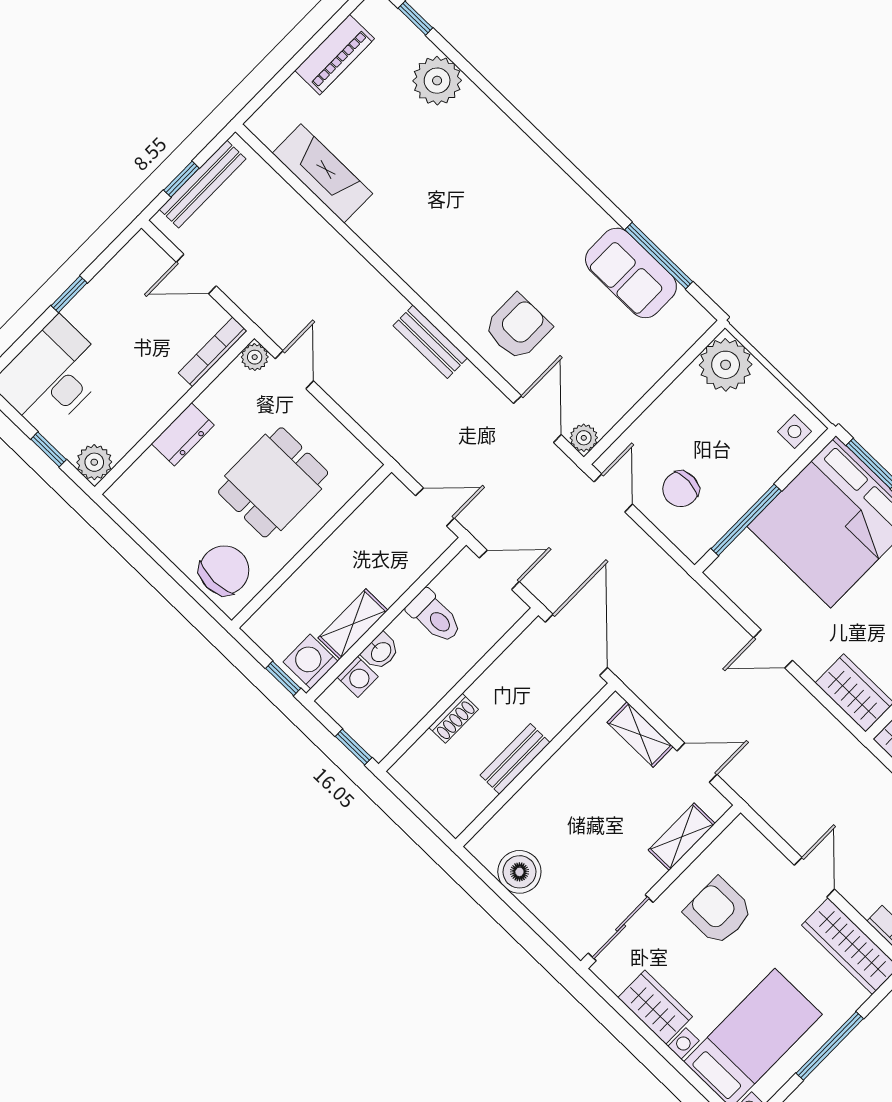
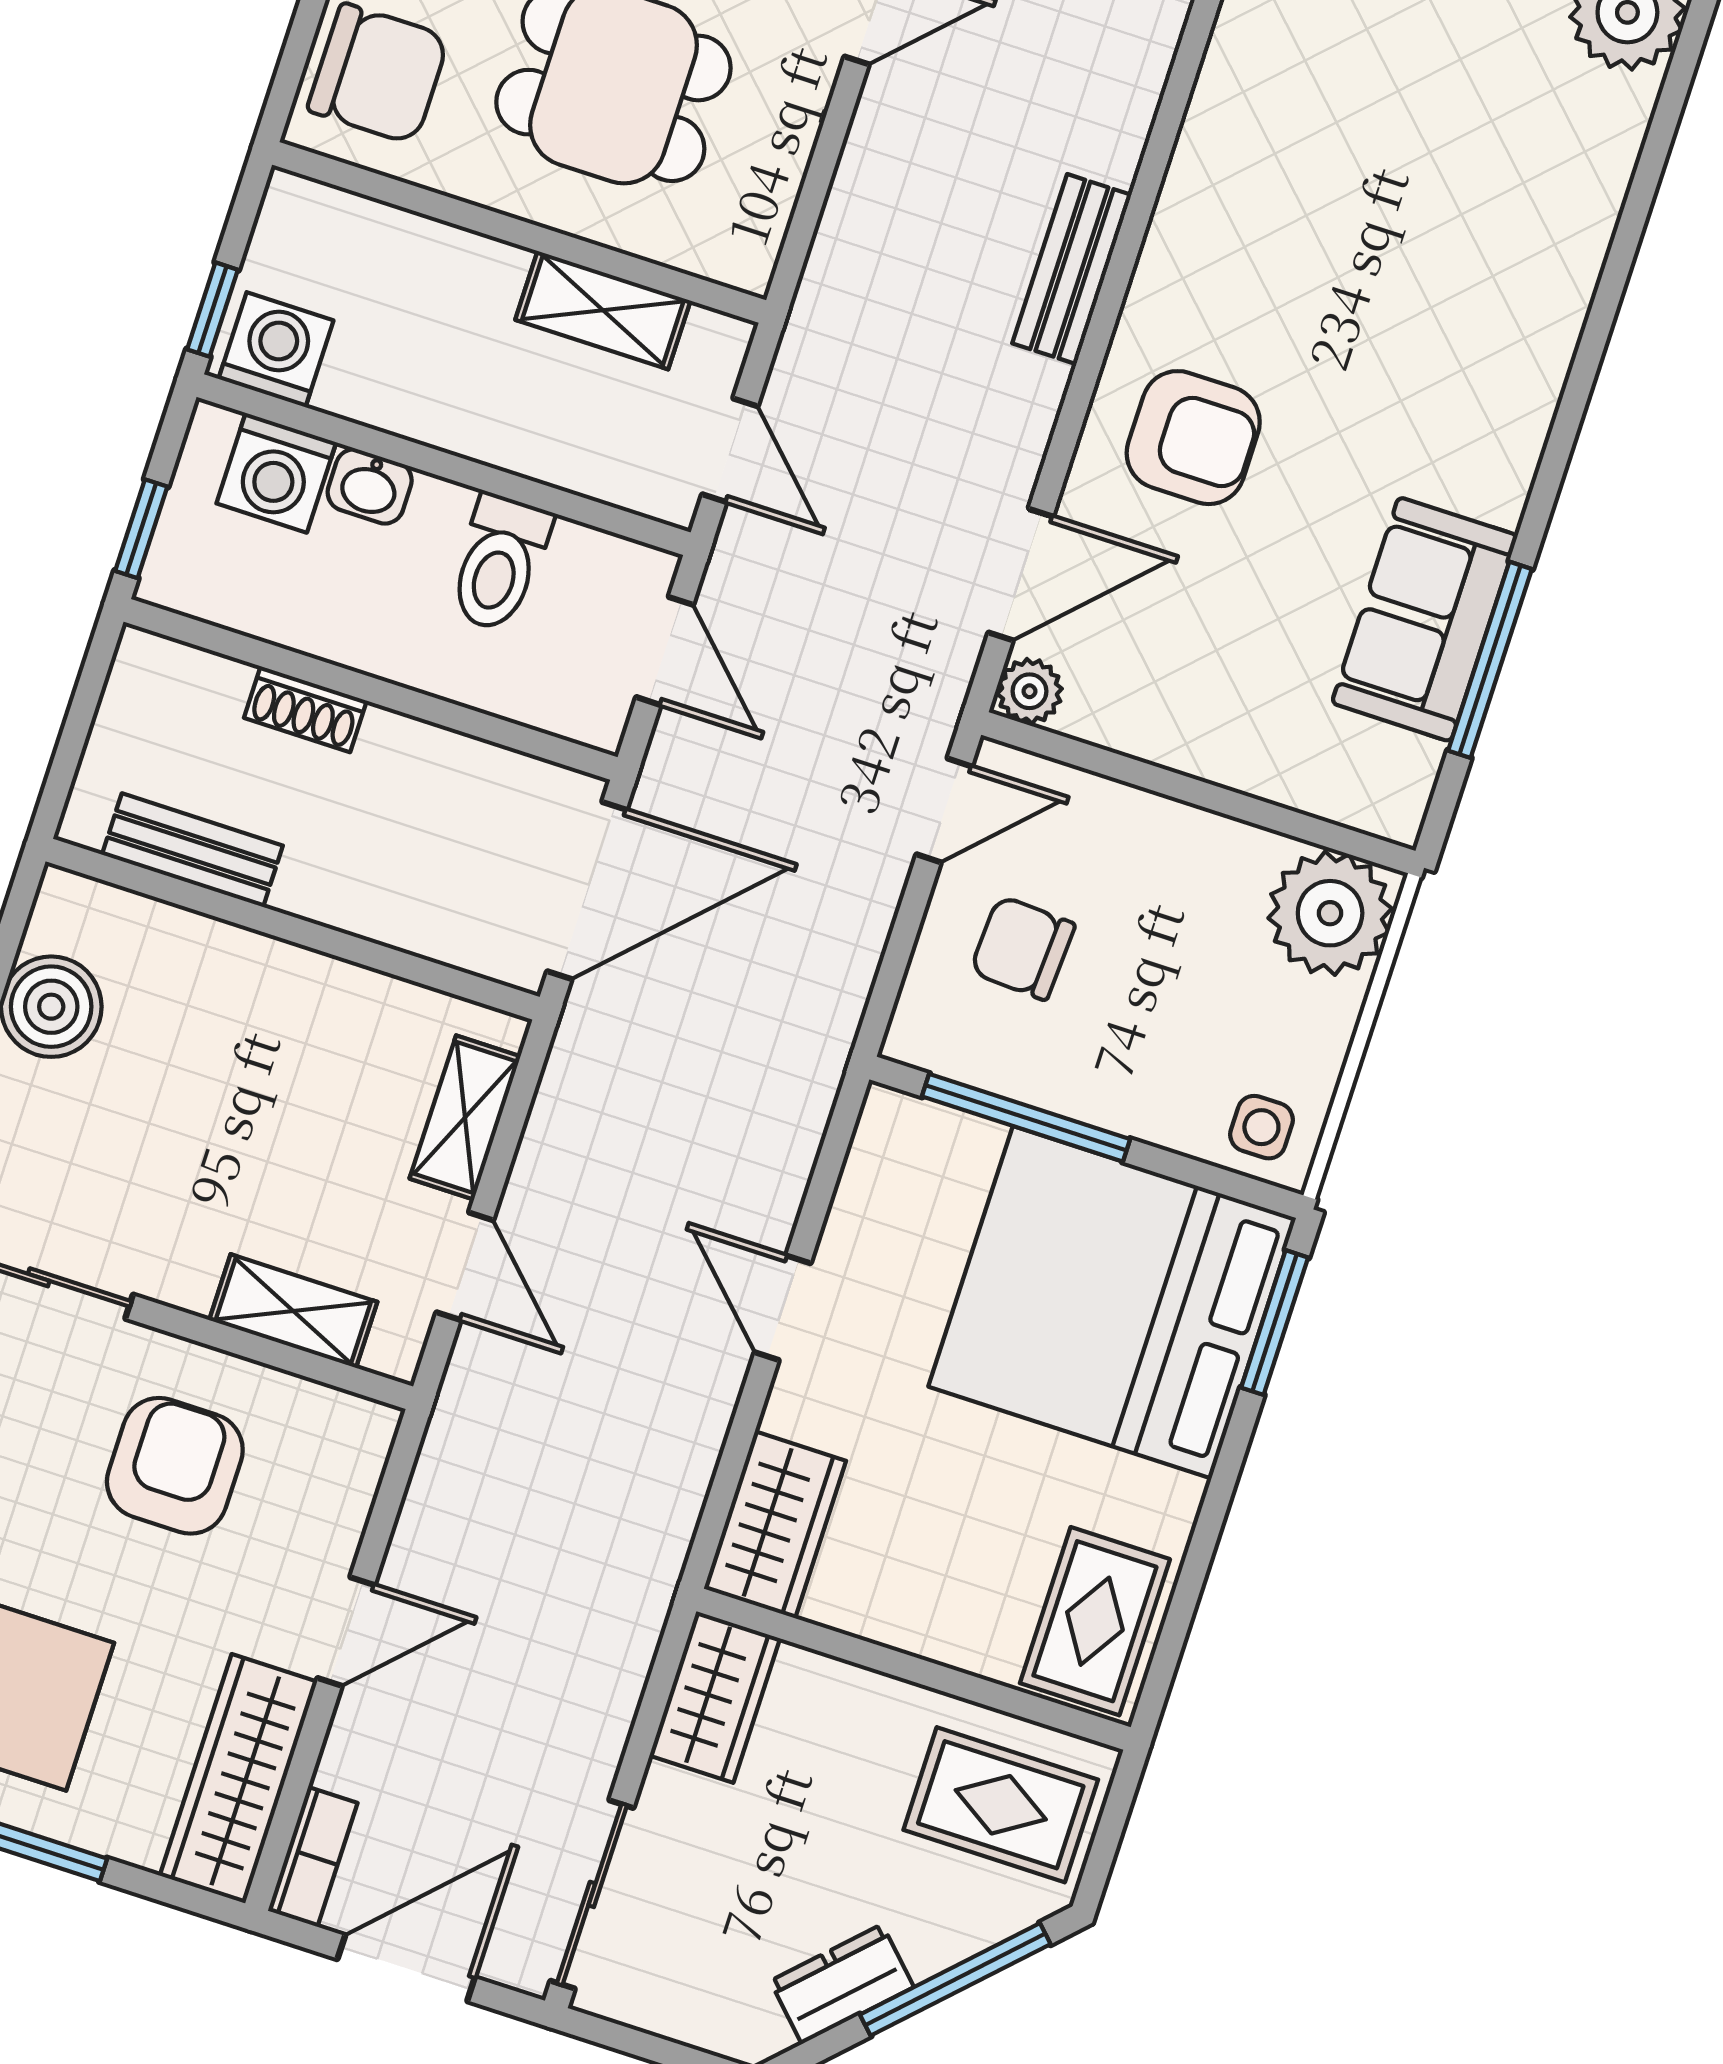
shelving: (353, 624) -> (603, 310), moved
washing machine: (358, 677) -> (276, 473), width x1.38, depth x1.38
bench: (515, 759) -> (192, 850), moved

